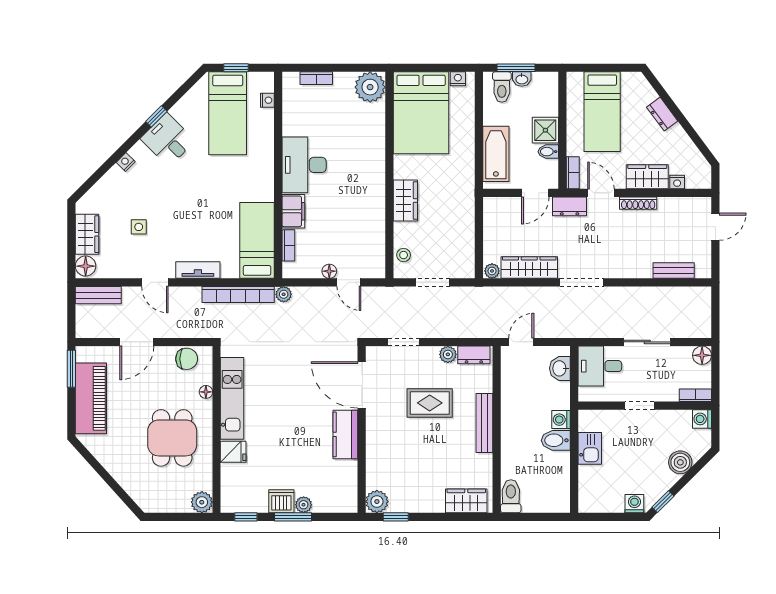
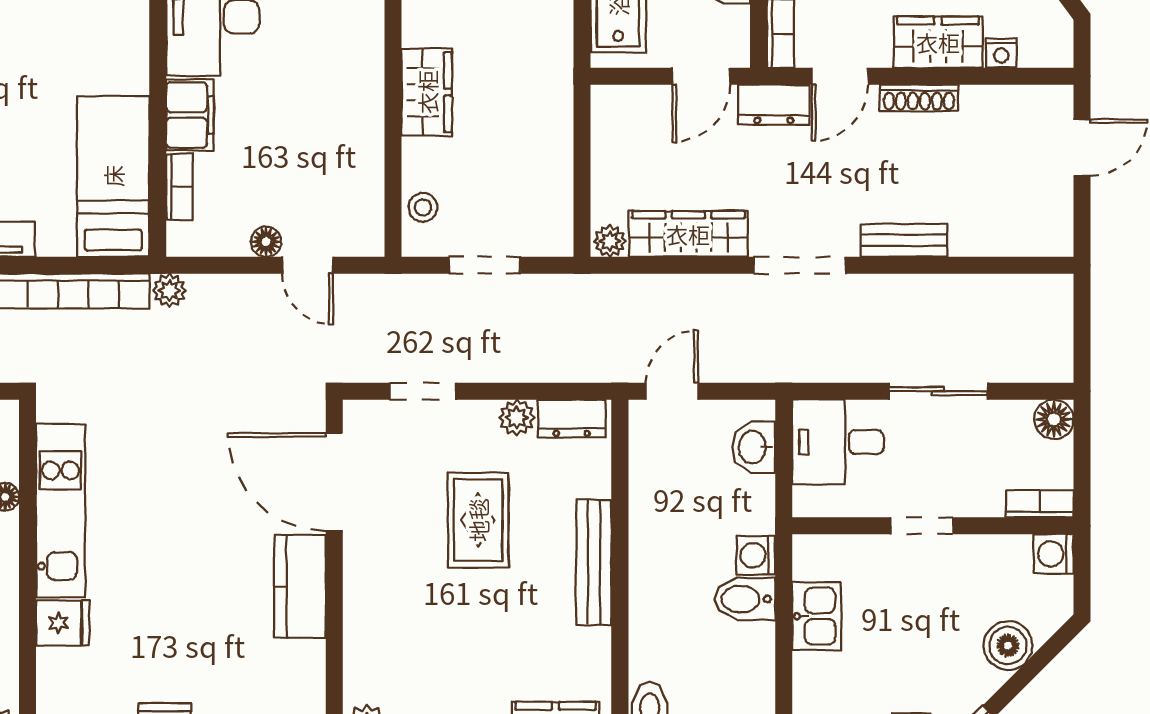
door: (601, 193) -> (840, 76), swing flipped
bench: (674, 271) -> (904, 240), moved
rug: (430, 403) -> (478, 520), turned 90

